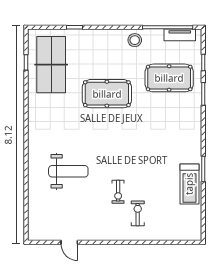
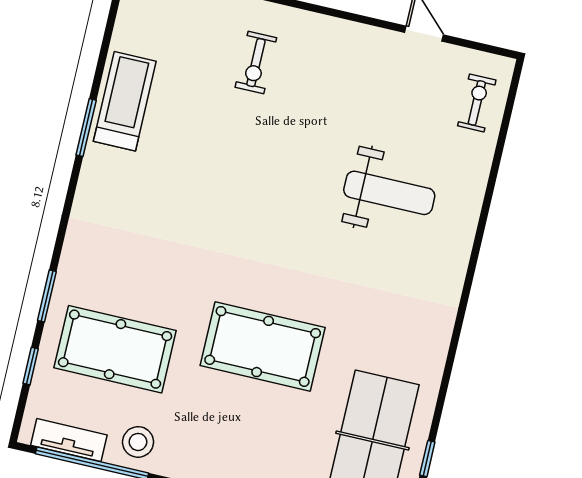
stool: (135, 40) -> (138, 442), moved
weight bench: (68, 171) -> (389, 193), turned 180
exercise bike: (118, 192) -> (477, 103), moved

